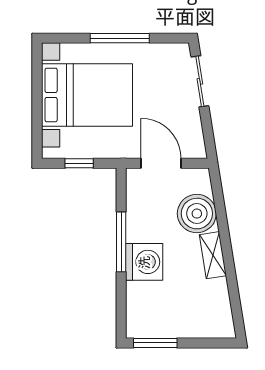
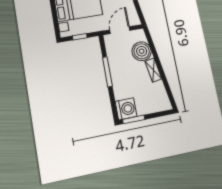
door: (161, 163) -> (120, 30), hinge flipped
washing machine: (144, 262) -> (126, 109), moved

